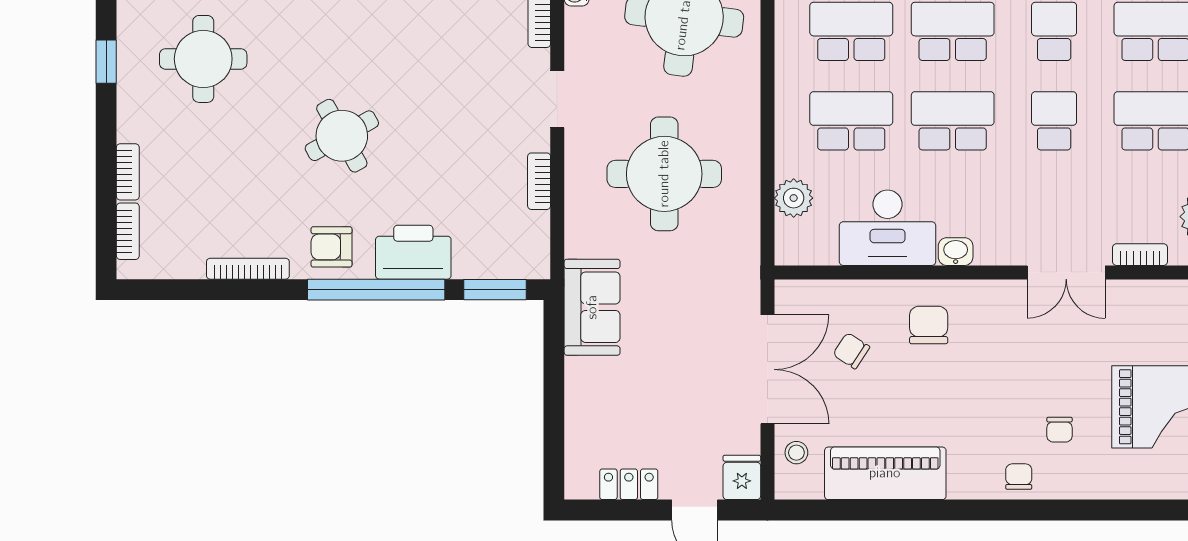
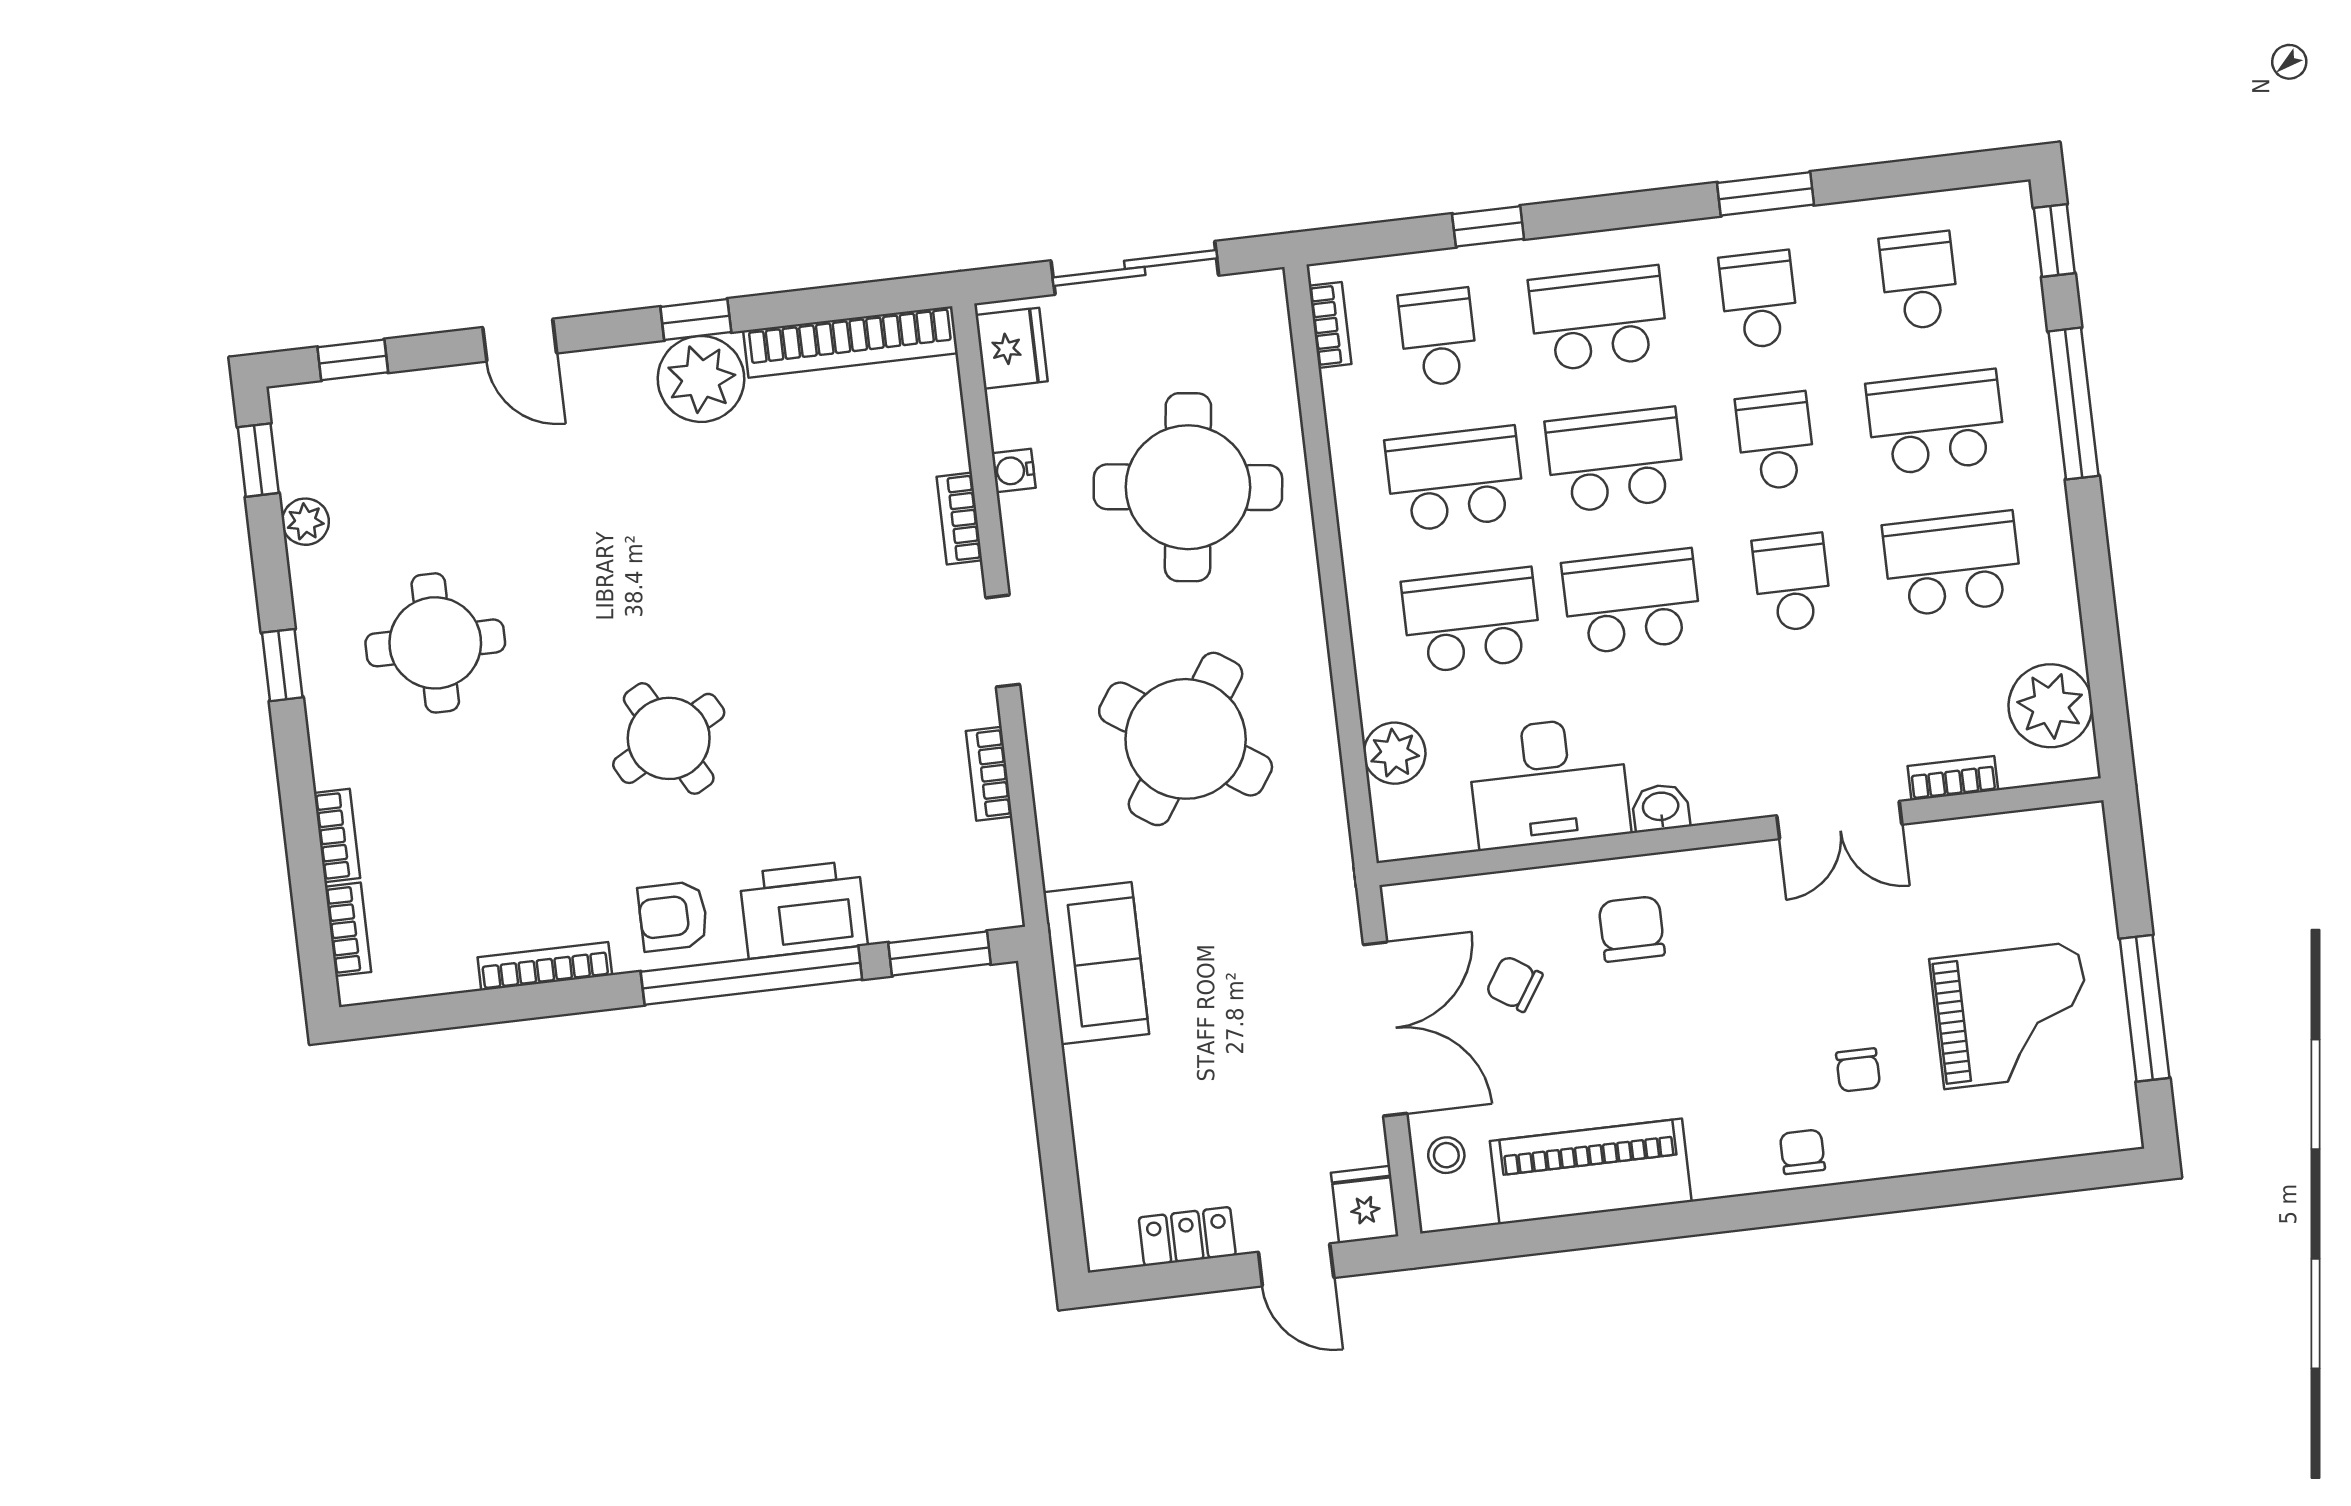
round table: (664, 174) -> (1186, 739), turned 34

